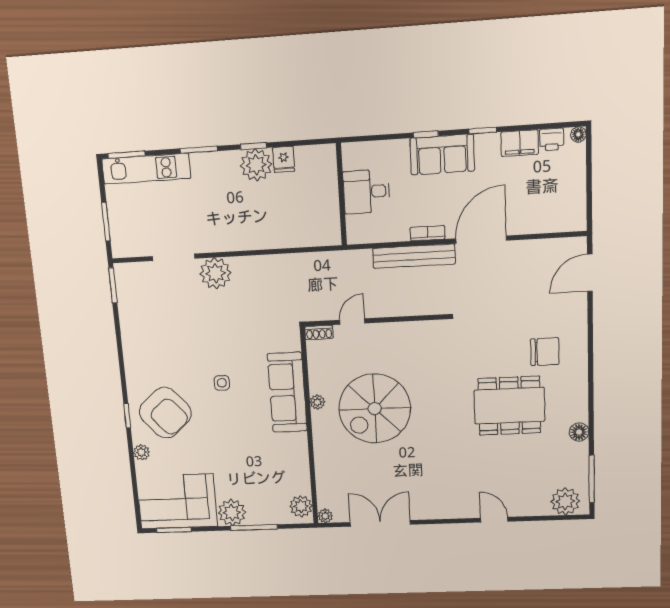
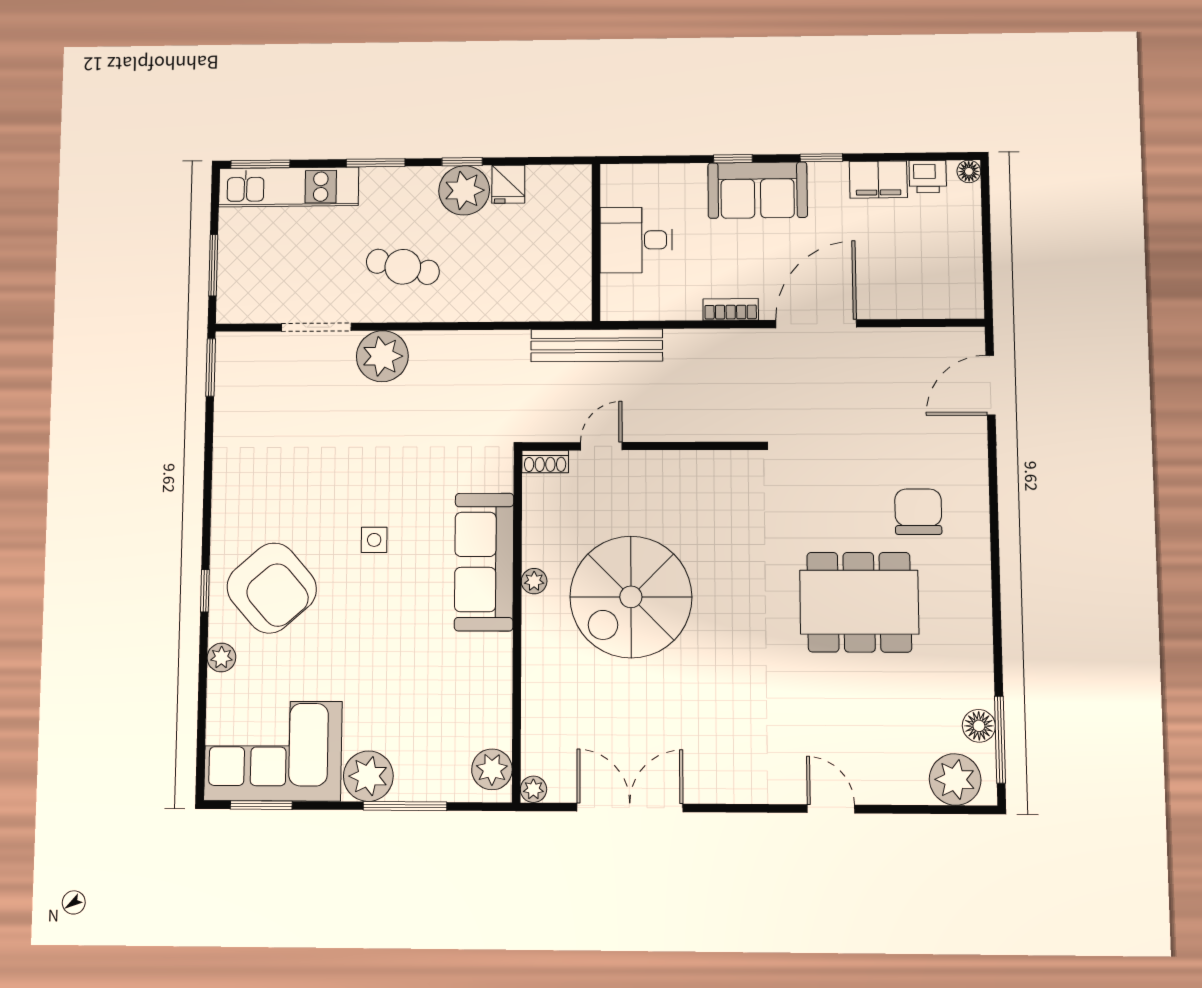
cafe table: (222, 217) -> (403, 267), added
bench: (414, 256) -> (597, 345), moved
chair: (545, 352) -> (918, 512), turned -90
floor lamp: (579, 432) -> (979, 726), moved

